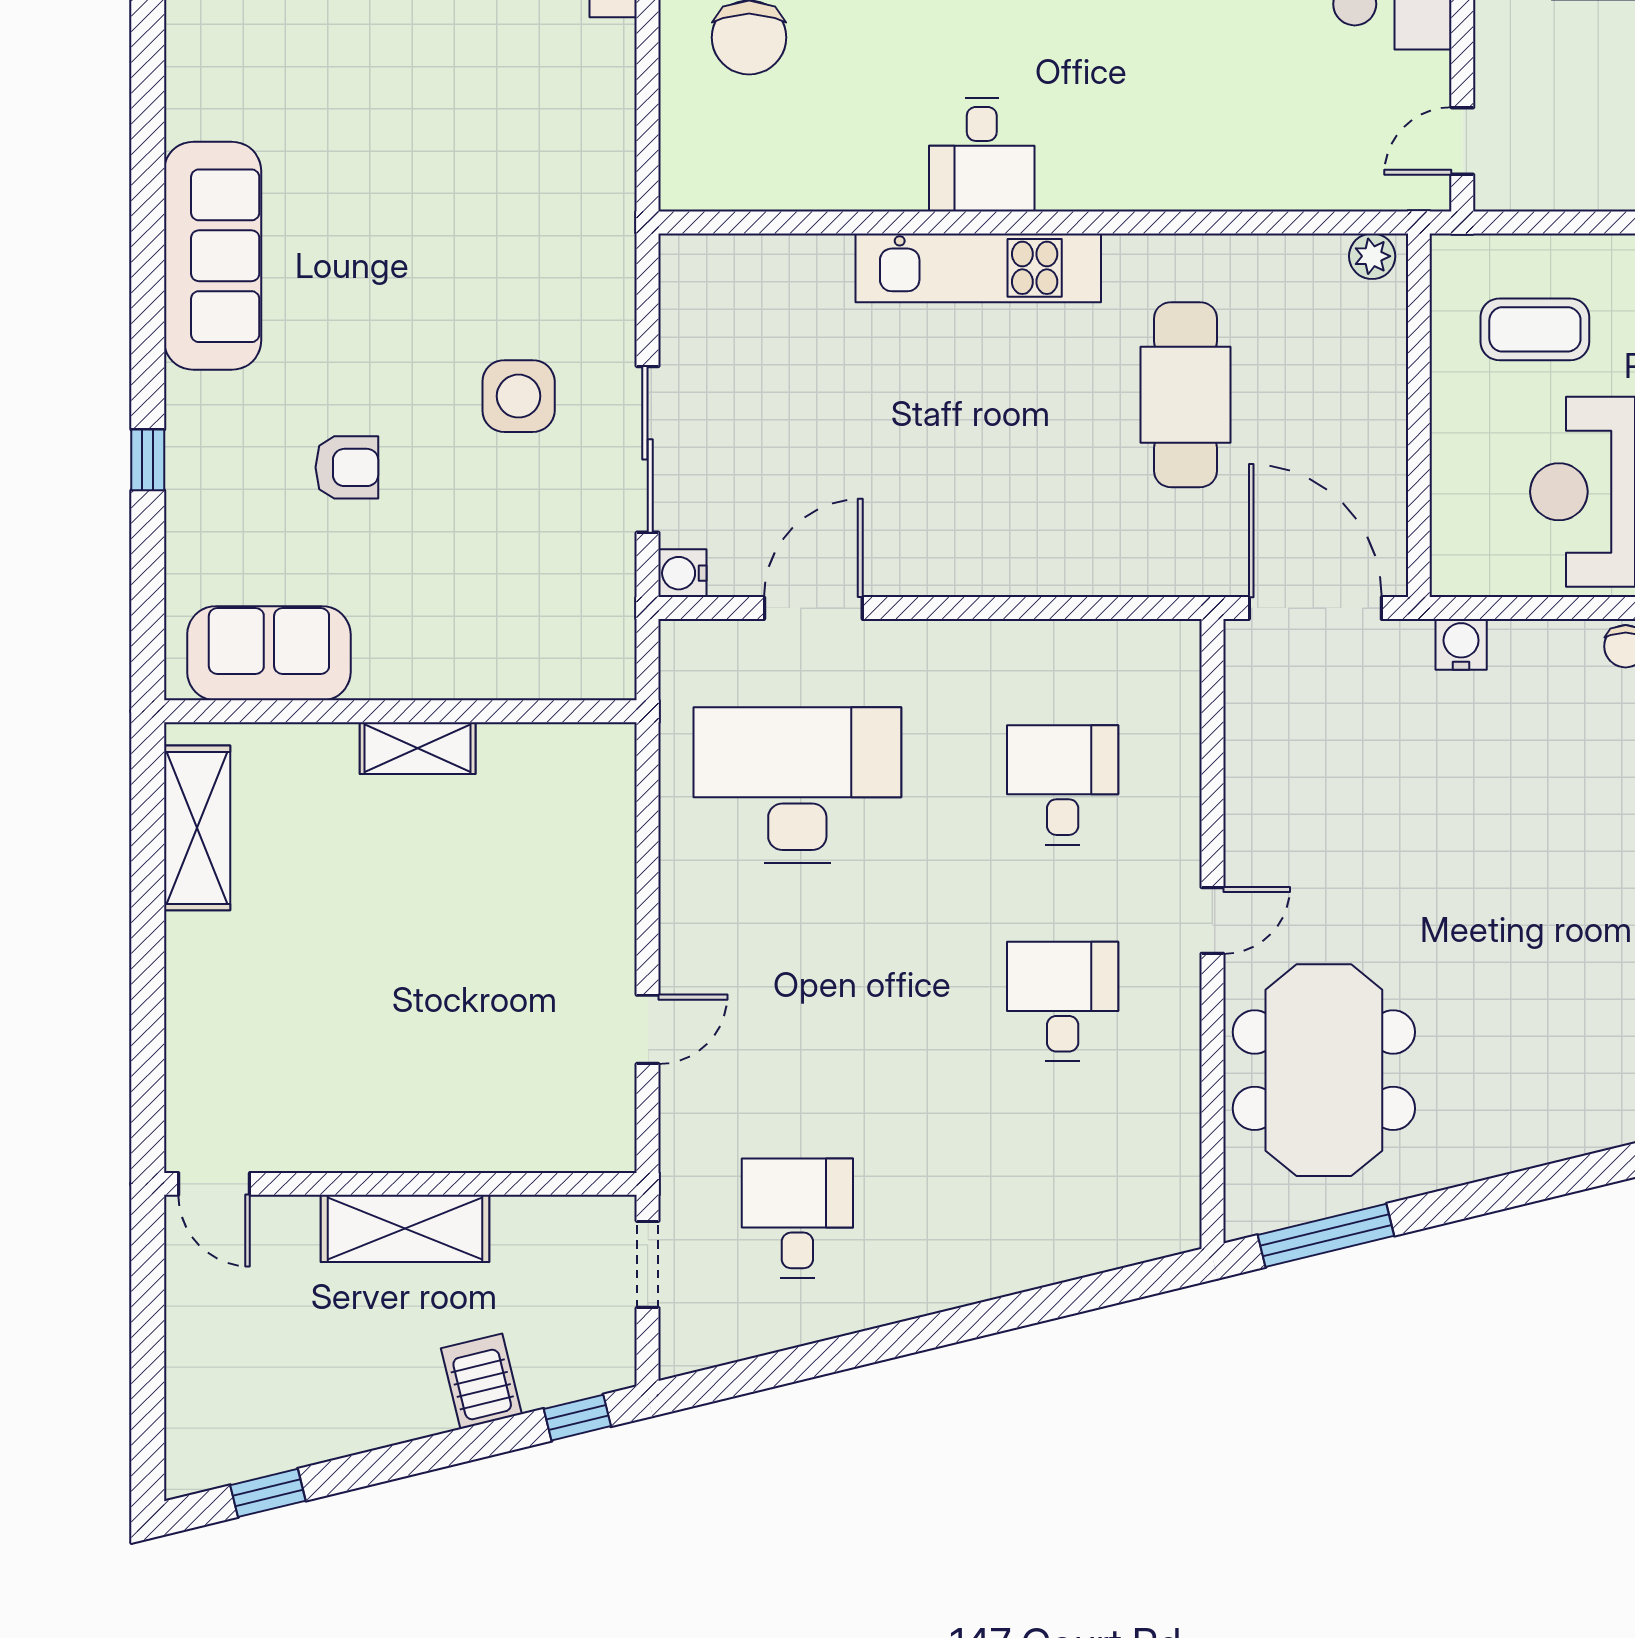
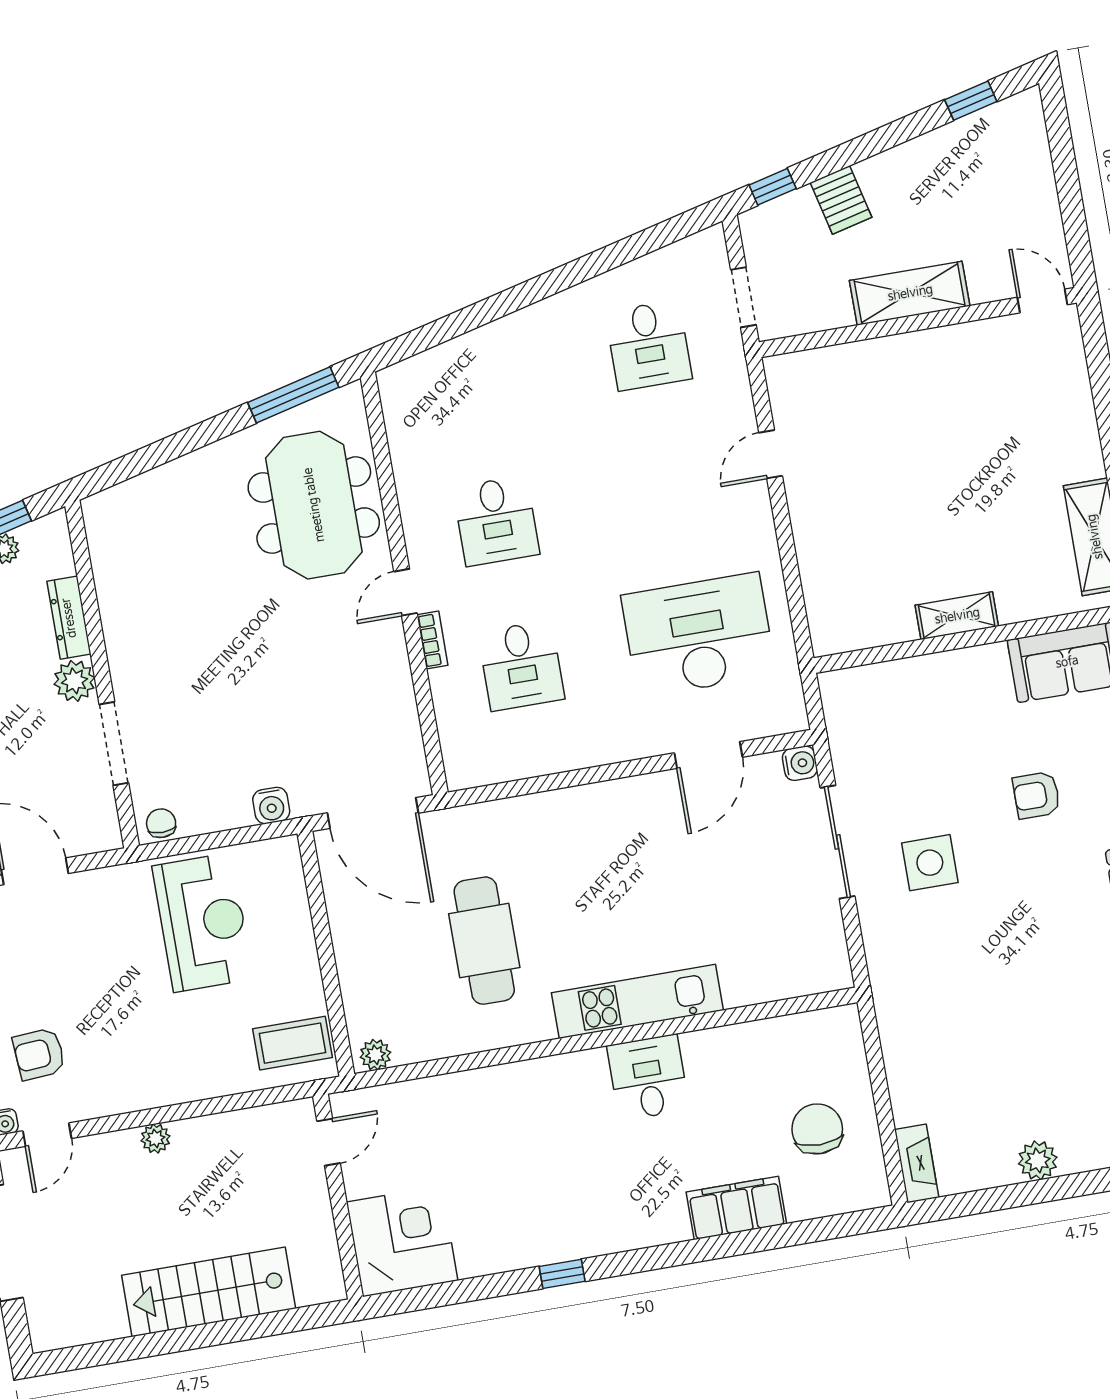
coffee table: (1535, 329) -> (292, 1043), moved
desk: (797, 785) -> (699, 635), turned 180
bookcase: (1185, 844) -> (432, 640), added

